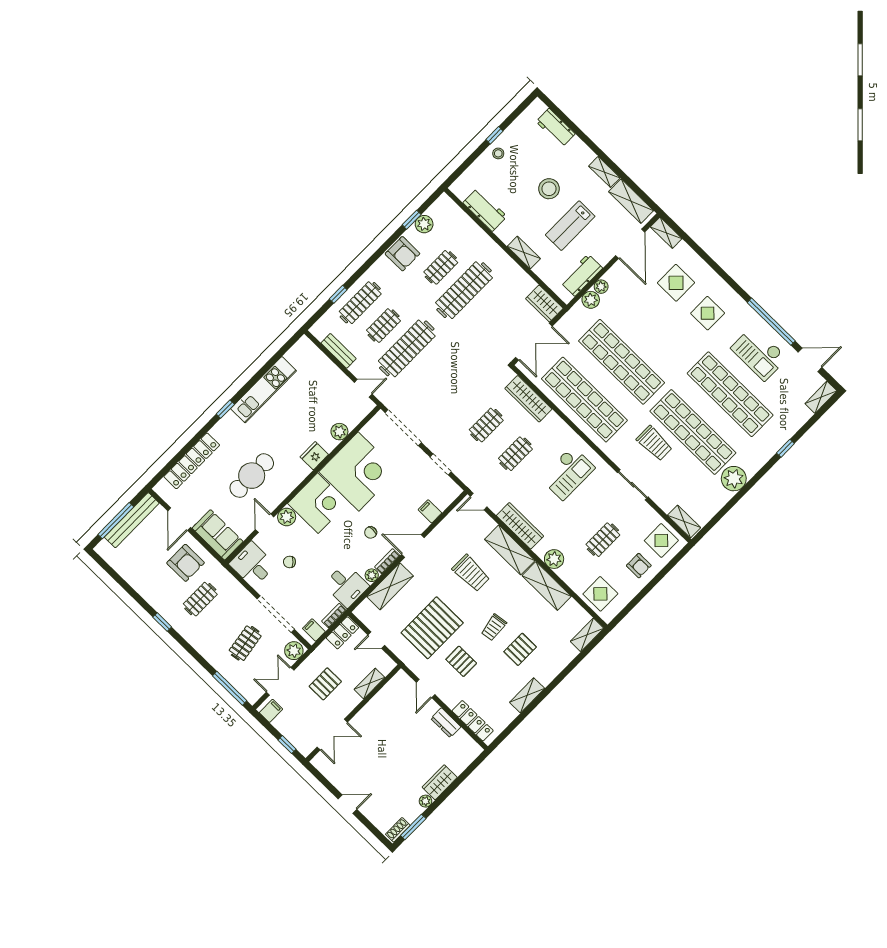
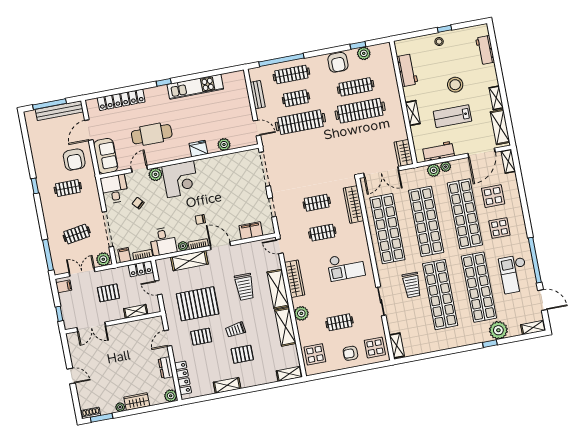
clothes rail: (441, 267) -> (356, 87), width x1.36
window: (338, 294) -> (281, 60), width x3.17
shop shelf: (659, 324) -> (465, 214), added
corner desk: (358, 471) -> (219, 177), removed
plant: (734, 479) -> (498, 330), moved
filing cabinet: (430, 511) -> (251, 231), width x2.00
armchair: (639, 566) -> (350, 353), turned 90
pallet: (461, 661) -> (201, 337), turned 90
plant: (473, 750) -> (171, 396), added

